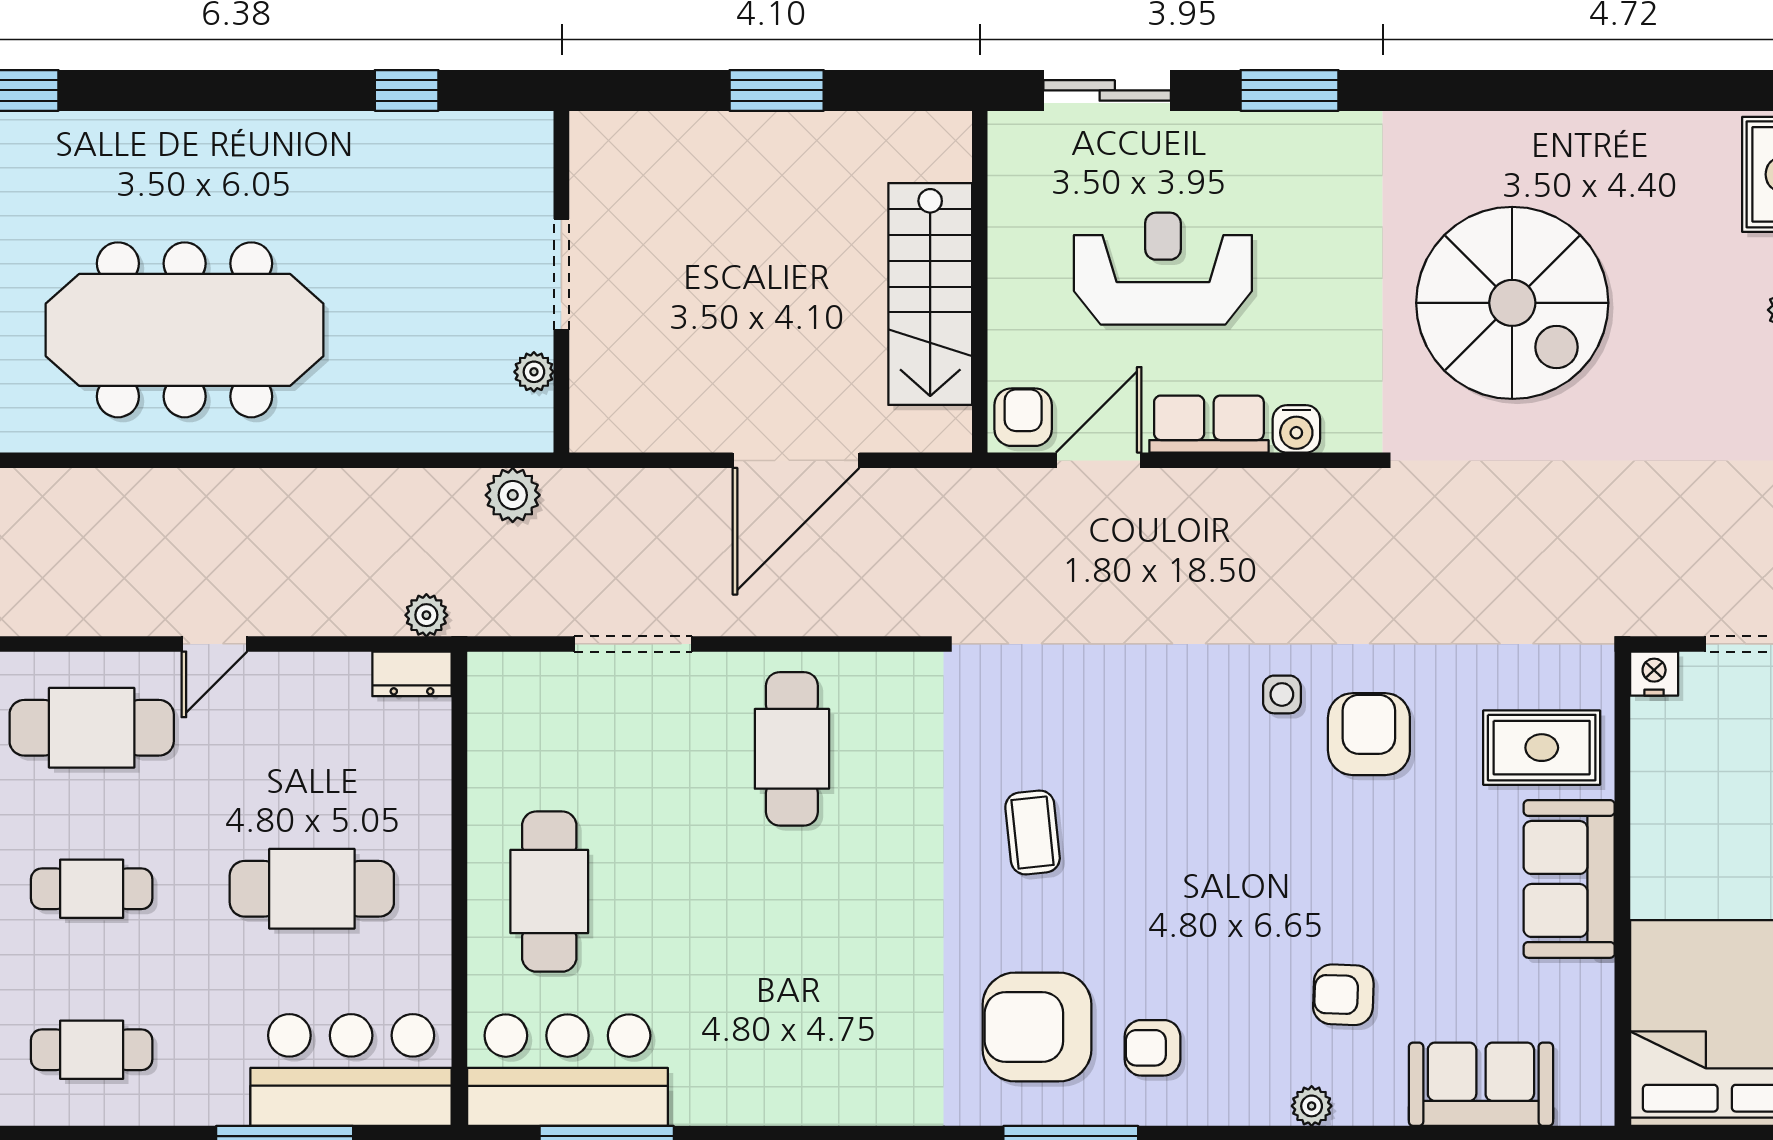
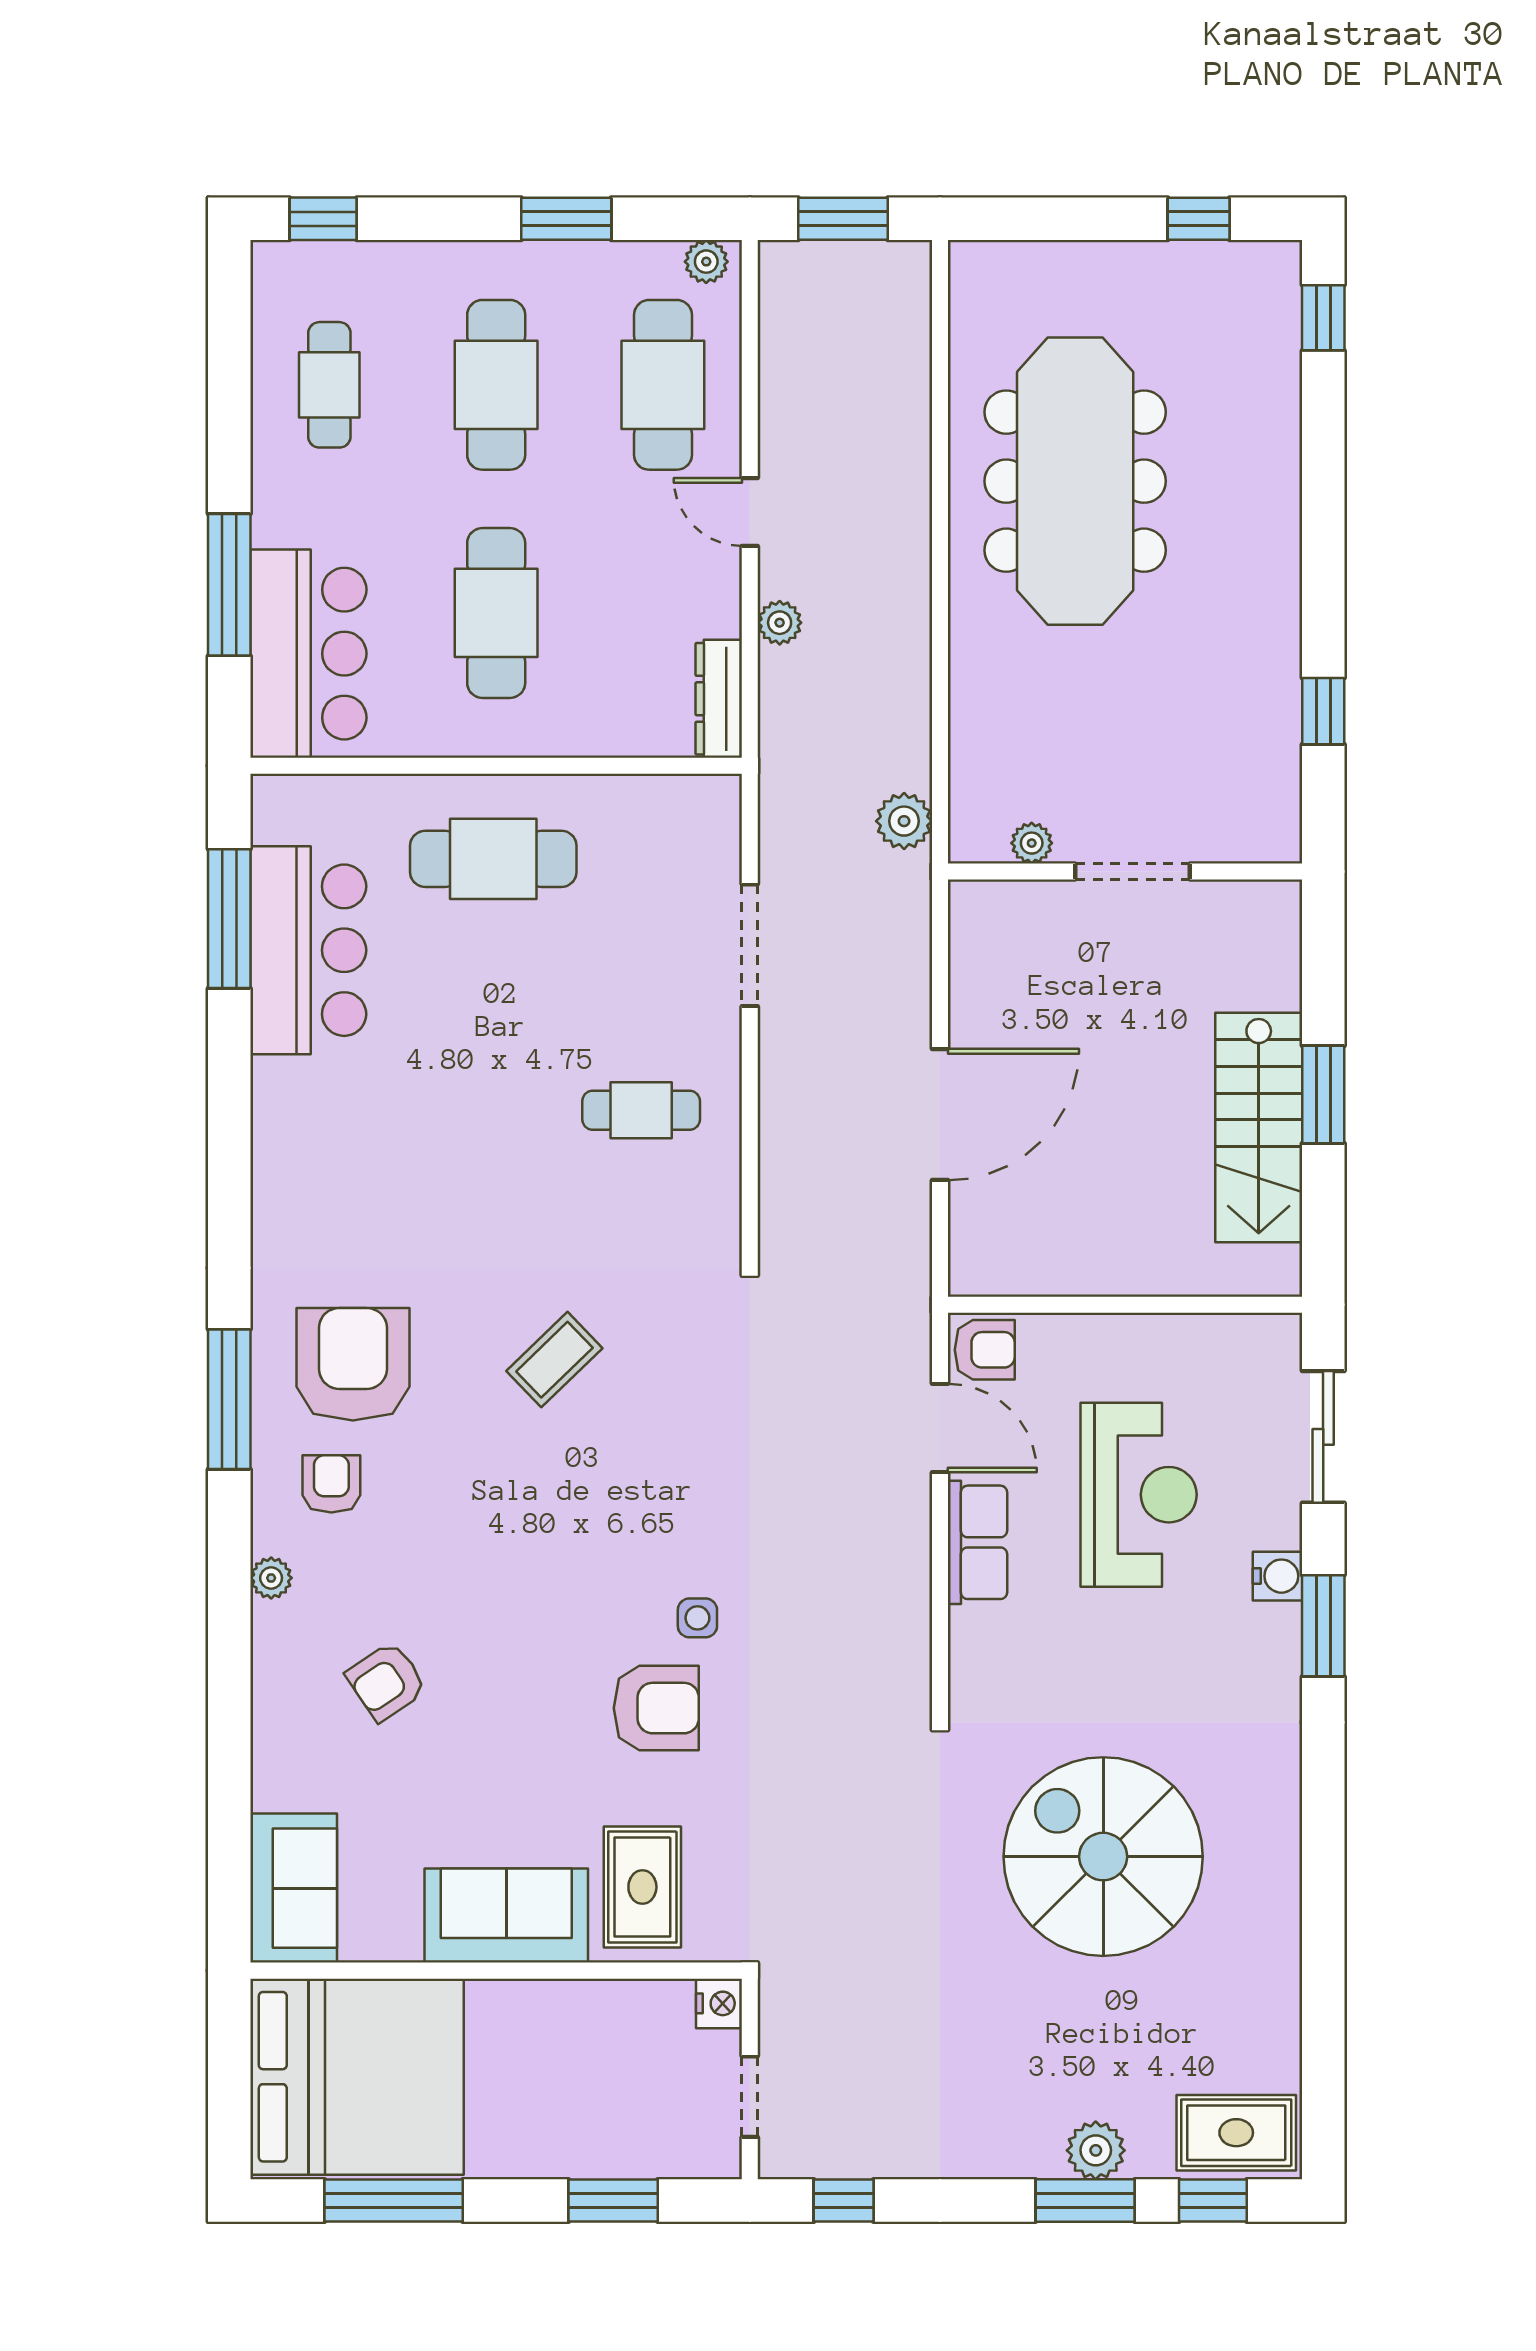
stairs: (930, 294) -> (1259, 1128), moved, turned -90
spiral stairs: (1512, 303) -> (1103, 1857), turned 90
water cooler: (1296, 429) -> (1277, 1576), moved, turned 180
door: (796, 460) -> (940, 1115), swing flipped
plant: (426, 615) -> (780, 623), moved
dresser: (412, 674) -> (719, 699), width x1.44
cafe table: (792, 749) -> (641, 1110), width x0.73, depth x0.74
coffee table: (1033, 832) -> (554, 1360), turned -38
cafe table: (92, 889) -> (496, 385), width x1.37, depth x1.35
armchair: (1343, 995) -> (386, 1682), turned -126
bar counter: (567, 1070) -> (308, 950), moved
sofa: (1481, 1084) -> (294, 1888), moved
plant: (1312, 1106) -> (271, 1578), moved

